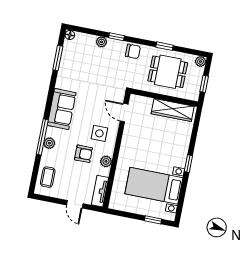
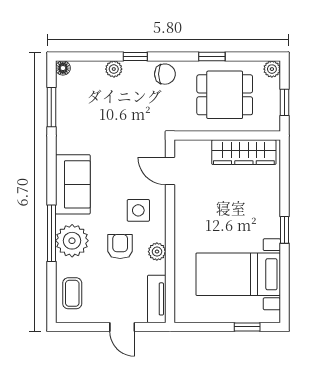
plant: (49, 143) -> (72, 241), width x1.88, depth x1.88
armchair: (84, 154) -> (120, 247), turned -90

